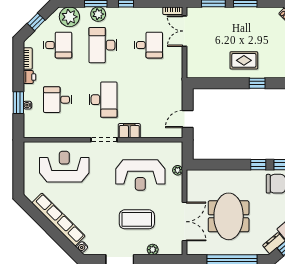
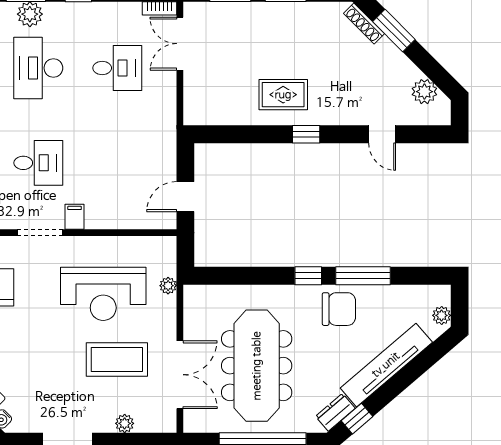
desk: (103, 100) -> (38, 163), width x0.73
filing cabinet: (129, 131) -> (75, 217), width x0.50
meeting table: (229, 216) -> (257, 366), width x1.36
coffee table: (137, 219) -> (117, 359), moved

